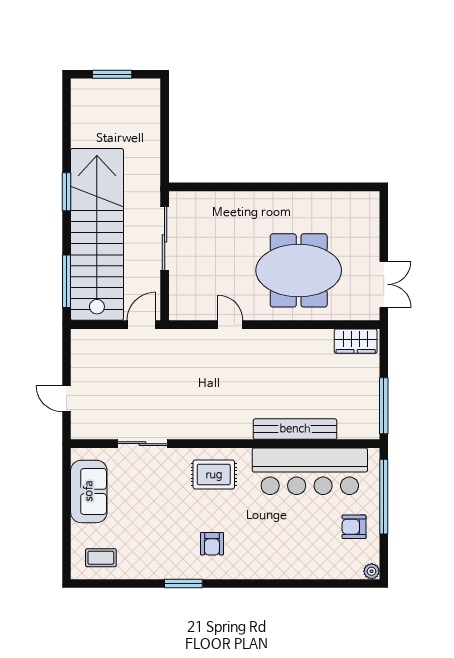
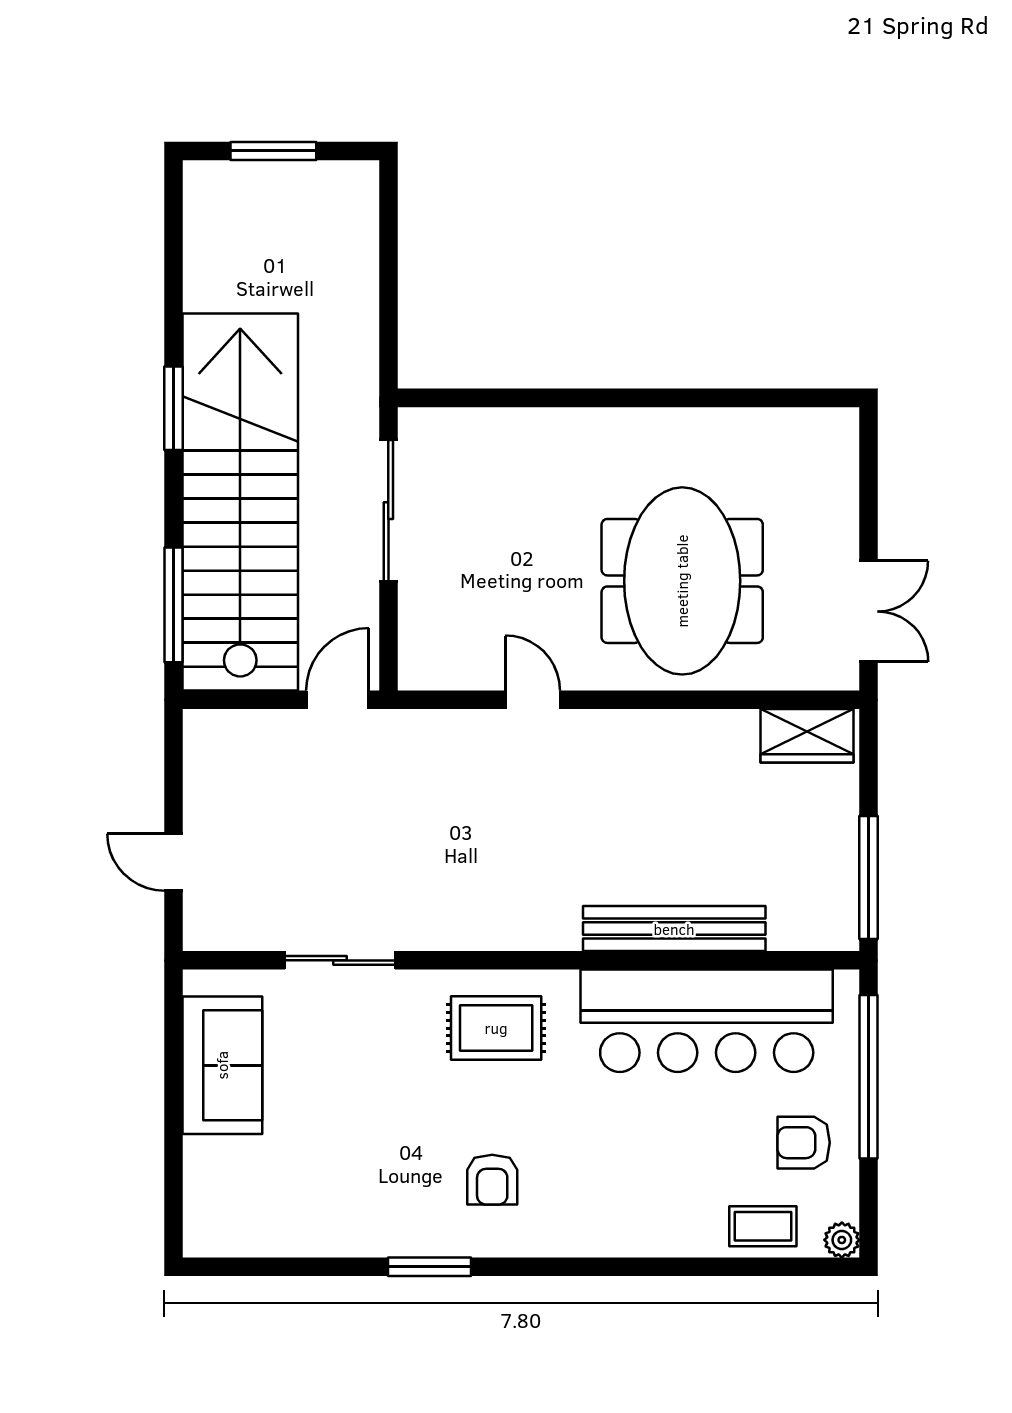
meeting table: (299, 270) -> (682, 581), turned 90
coffee table: (101, 558) -> (763, 1226), moved

